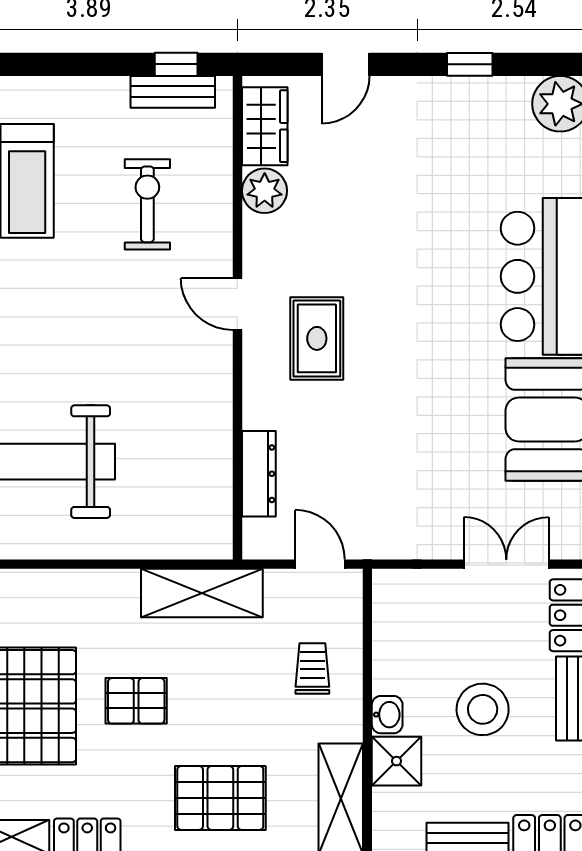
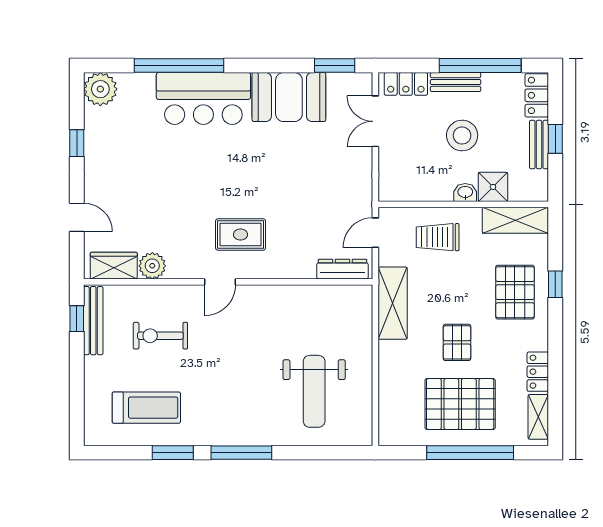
bench: (173, 92) -> (93, 321), width x1.36
dresser: (259, 474) -> (342, 269), moved
trolley: (312, 668) -> (438, 237), width x1.36, depth x1.39

